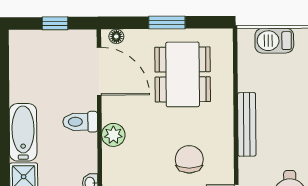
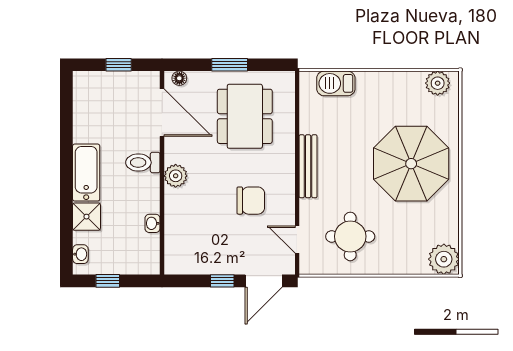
chair: (189, 159) -> (251, 201), turned 90

